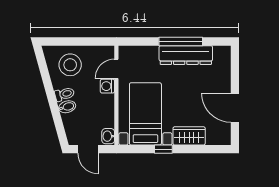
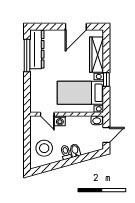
window: (181, 41) -> (27, 56), moved
dresser: (186, 55) -> (37, 49), moved
wardrobe: (189, 136) -> (97, 55), width x1.50

